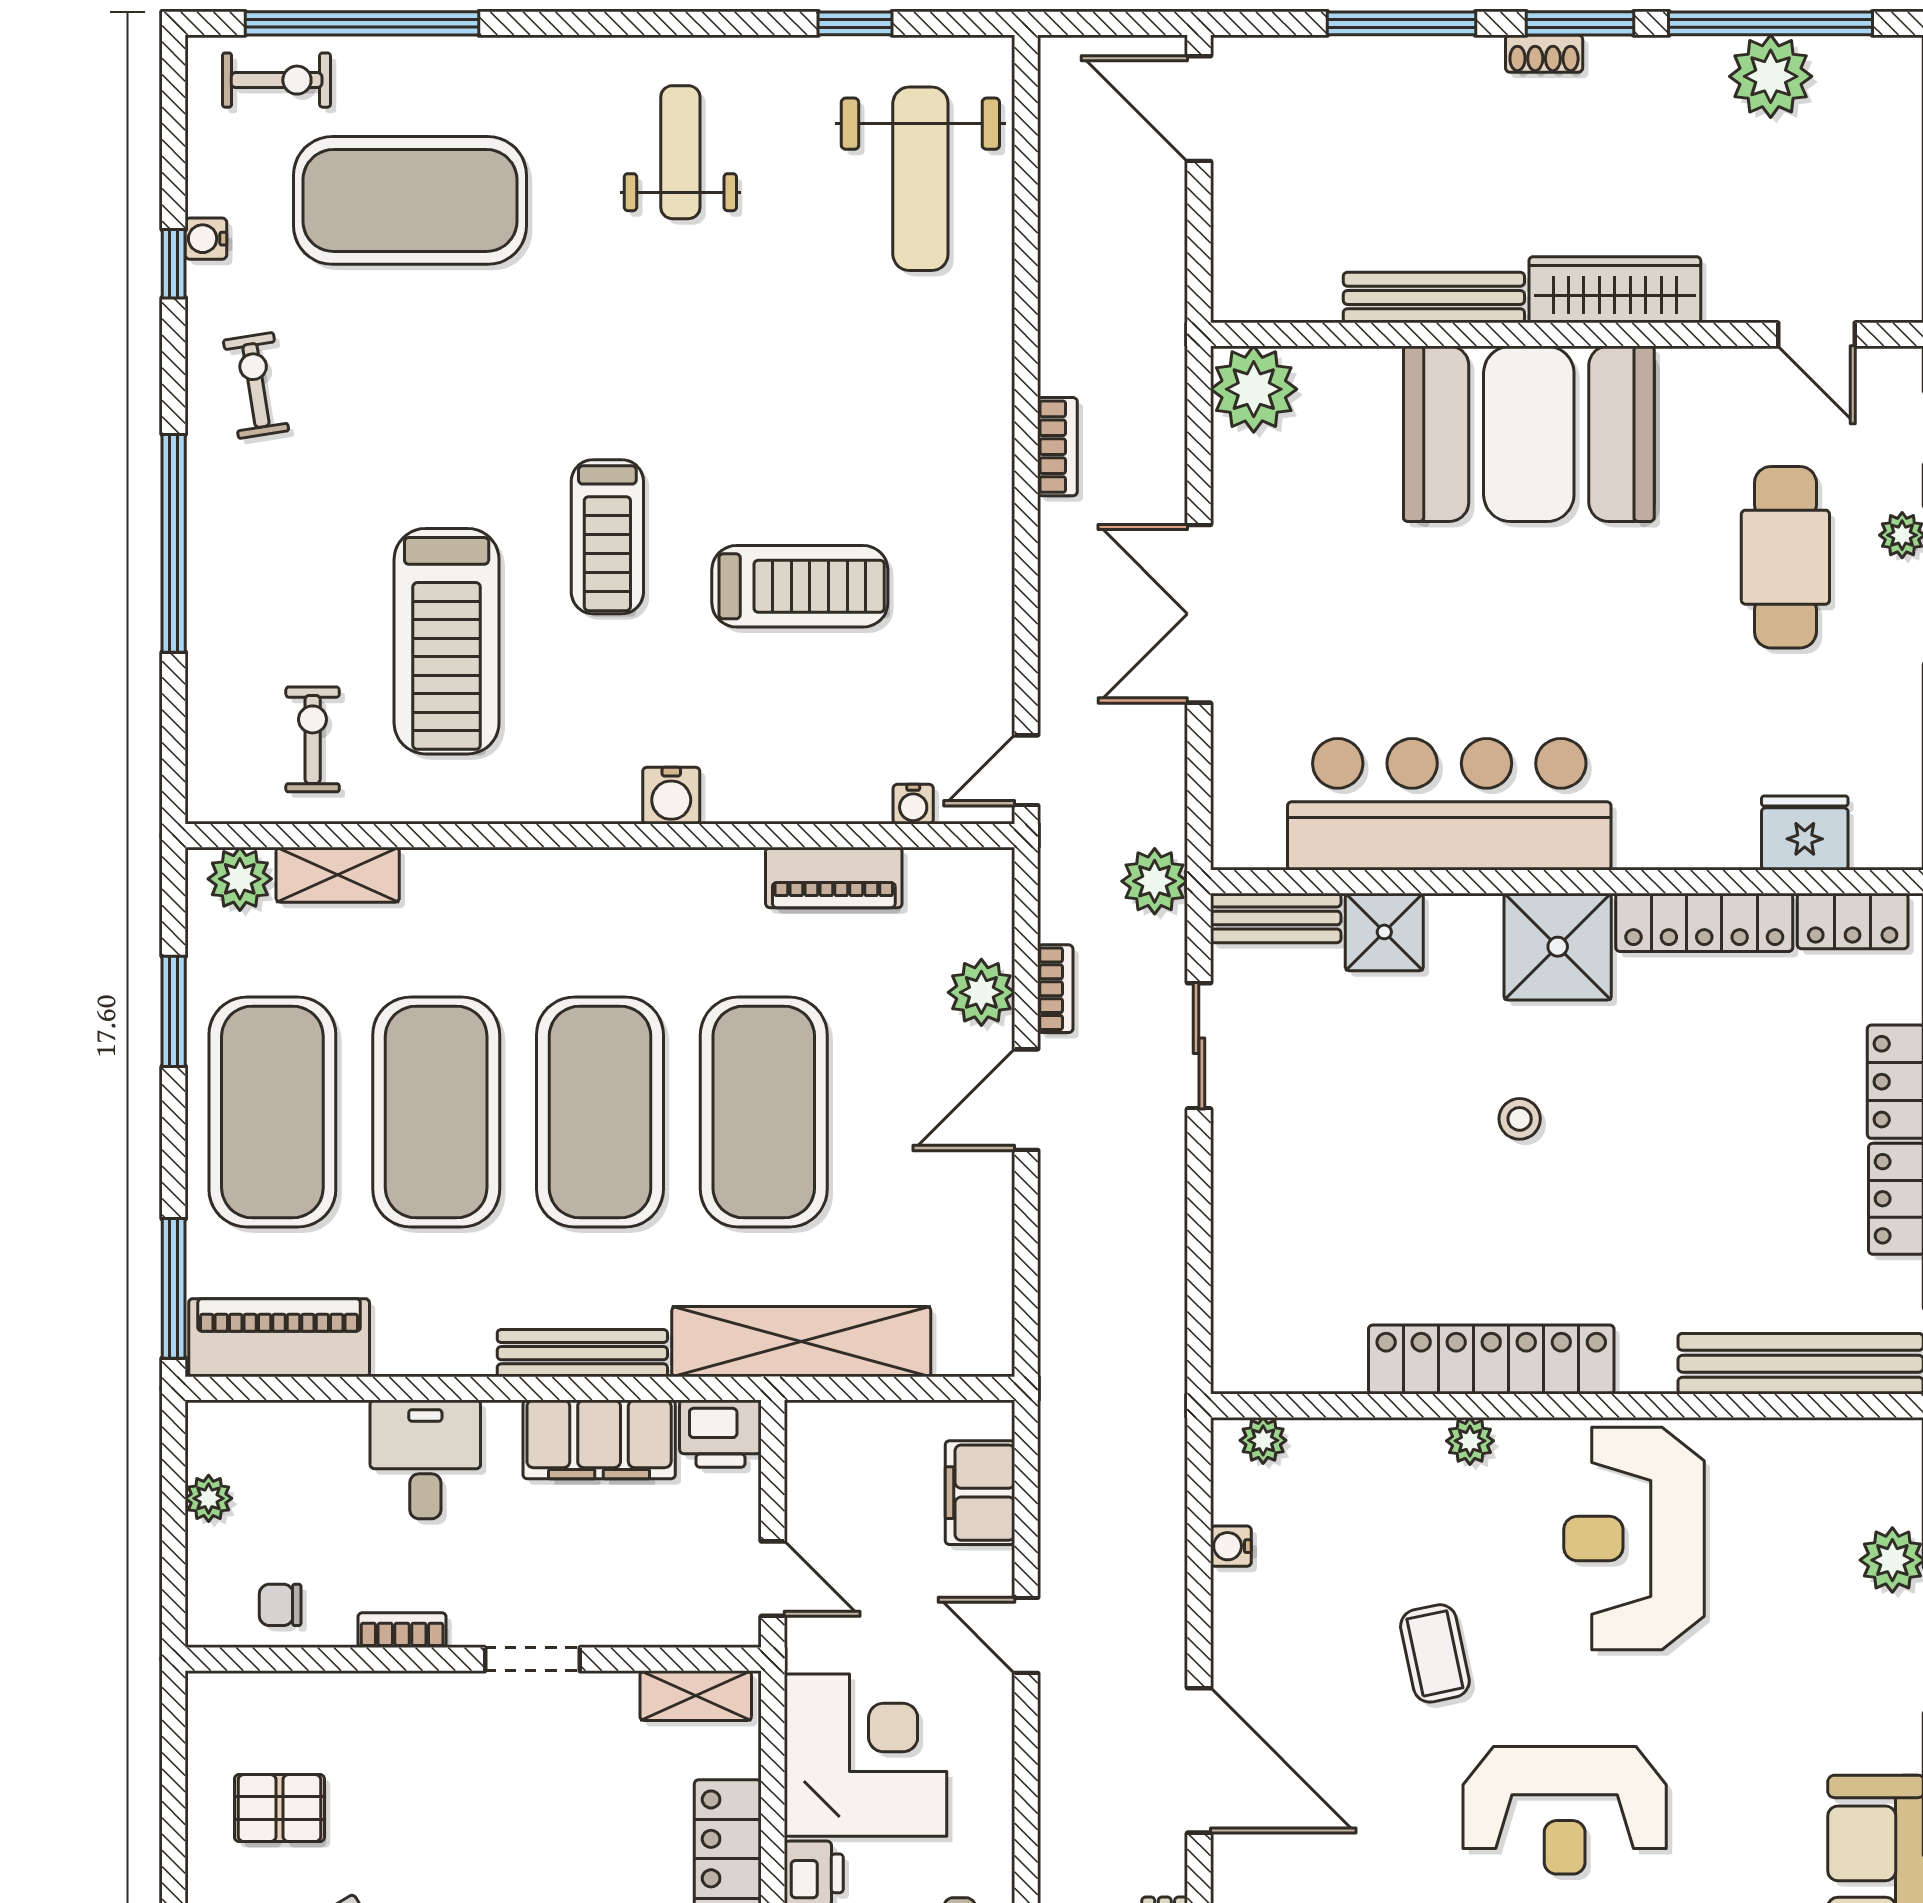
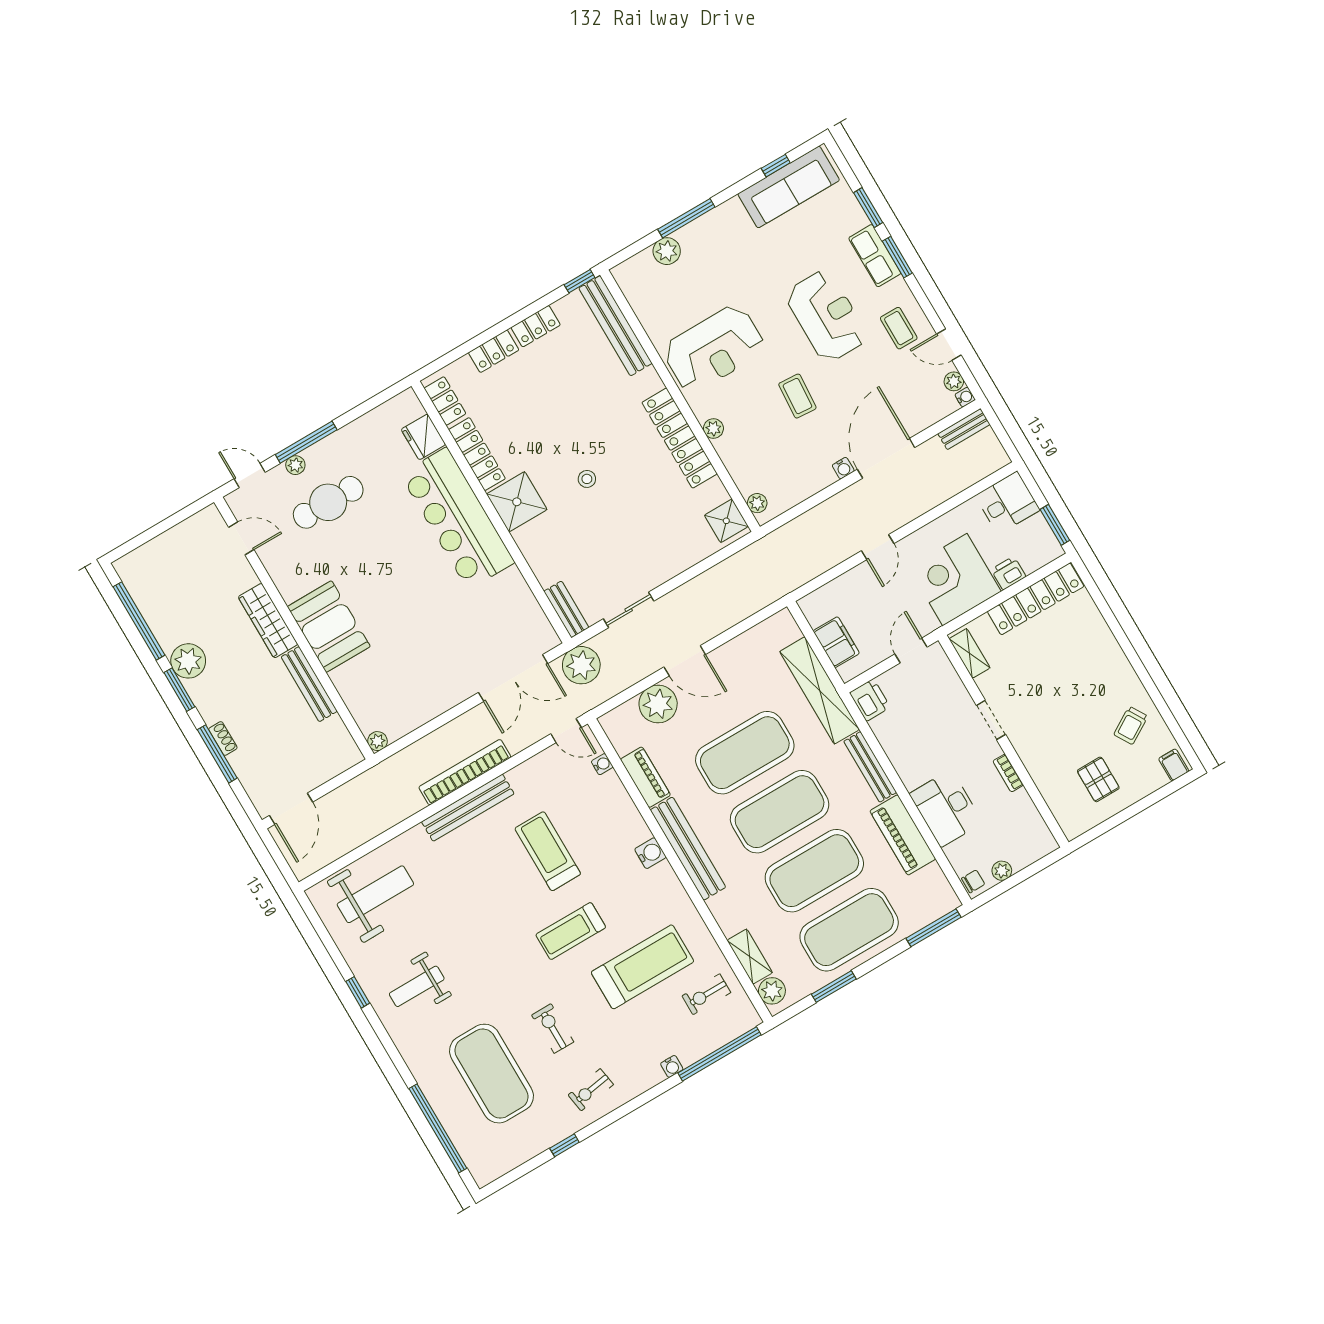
window: (855, 23) -> (358, 992), moved
shoe rack: (1544, 54) -> (223, 738), moved
plant: (1771, 76) -> (188, 661), moved
exercise bike: (277, 80) -> (553, 1028), moved
water cooler: (206, 239) -> (672, 1066), moved
door: (1817, 334) -> (241, 538), hinge flipped
plant: (1254, 389) -> (377, 741), width x0.53, depth x0.53
booth: (1529, 434) -> (329, 627), width x0.73, depth x0.70
bookcase: (1057, 447) -> (465, 772), width x2.31, depth x1.31
bench: (987, 474) -> (468, 808), added
treadmill: (607, 537) -> (571, 931), turned 180
window: (174, 543) -> (720, 1054), moved
double door: (1199, 614) -> (513, 678), moved
bar counter: (1449, 804) -> (457, 518), moved
bench: (635, 878) -> (688, 849), added
plant: (1155, 881) -> (581, 665), width x1.36, depth x1.36
shower: (1384, 932) -> (726, 521), moved
bookcase: (1055, 989) -> (639, 674), removed
plant: (981, 992) -> (658, 704), width x1.36, depth x1.36
piano: (279, 1338) -> (903, 835), moved
filing cabinet: (599, 1439) -> (898, 743), removed
desk: (425, 1459) -> (946, 808), width x1.37
filing cabinet: (980, 1493) -> (836, 642), moved, turned -90
water cooler: (1231, 1546) -> (843, 468), moved
chair: (280, 1605) -> (973, 881), moved, turned -90
coffee table: (1435, 1653) -> (797, 396), turned -74

